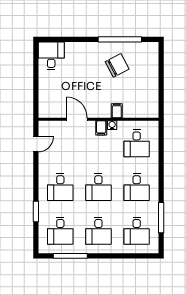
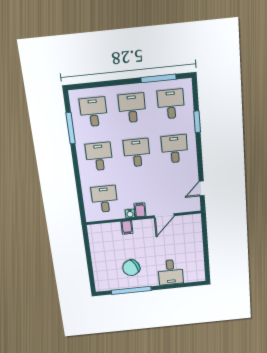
desk: (51, 56) -> (171, 272), moved
door: (77, 119) -> (164, 216), hinge flipped

